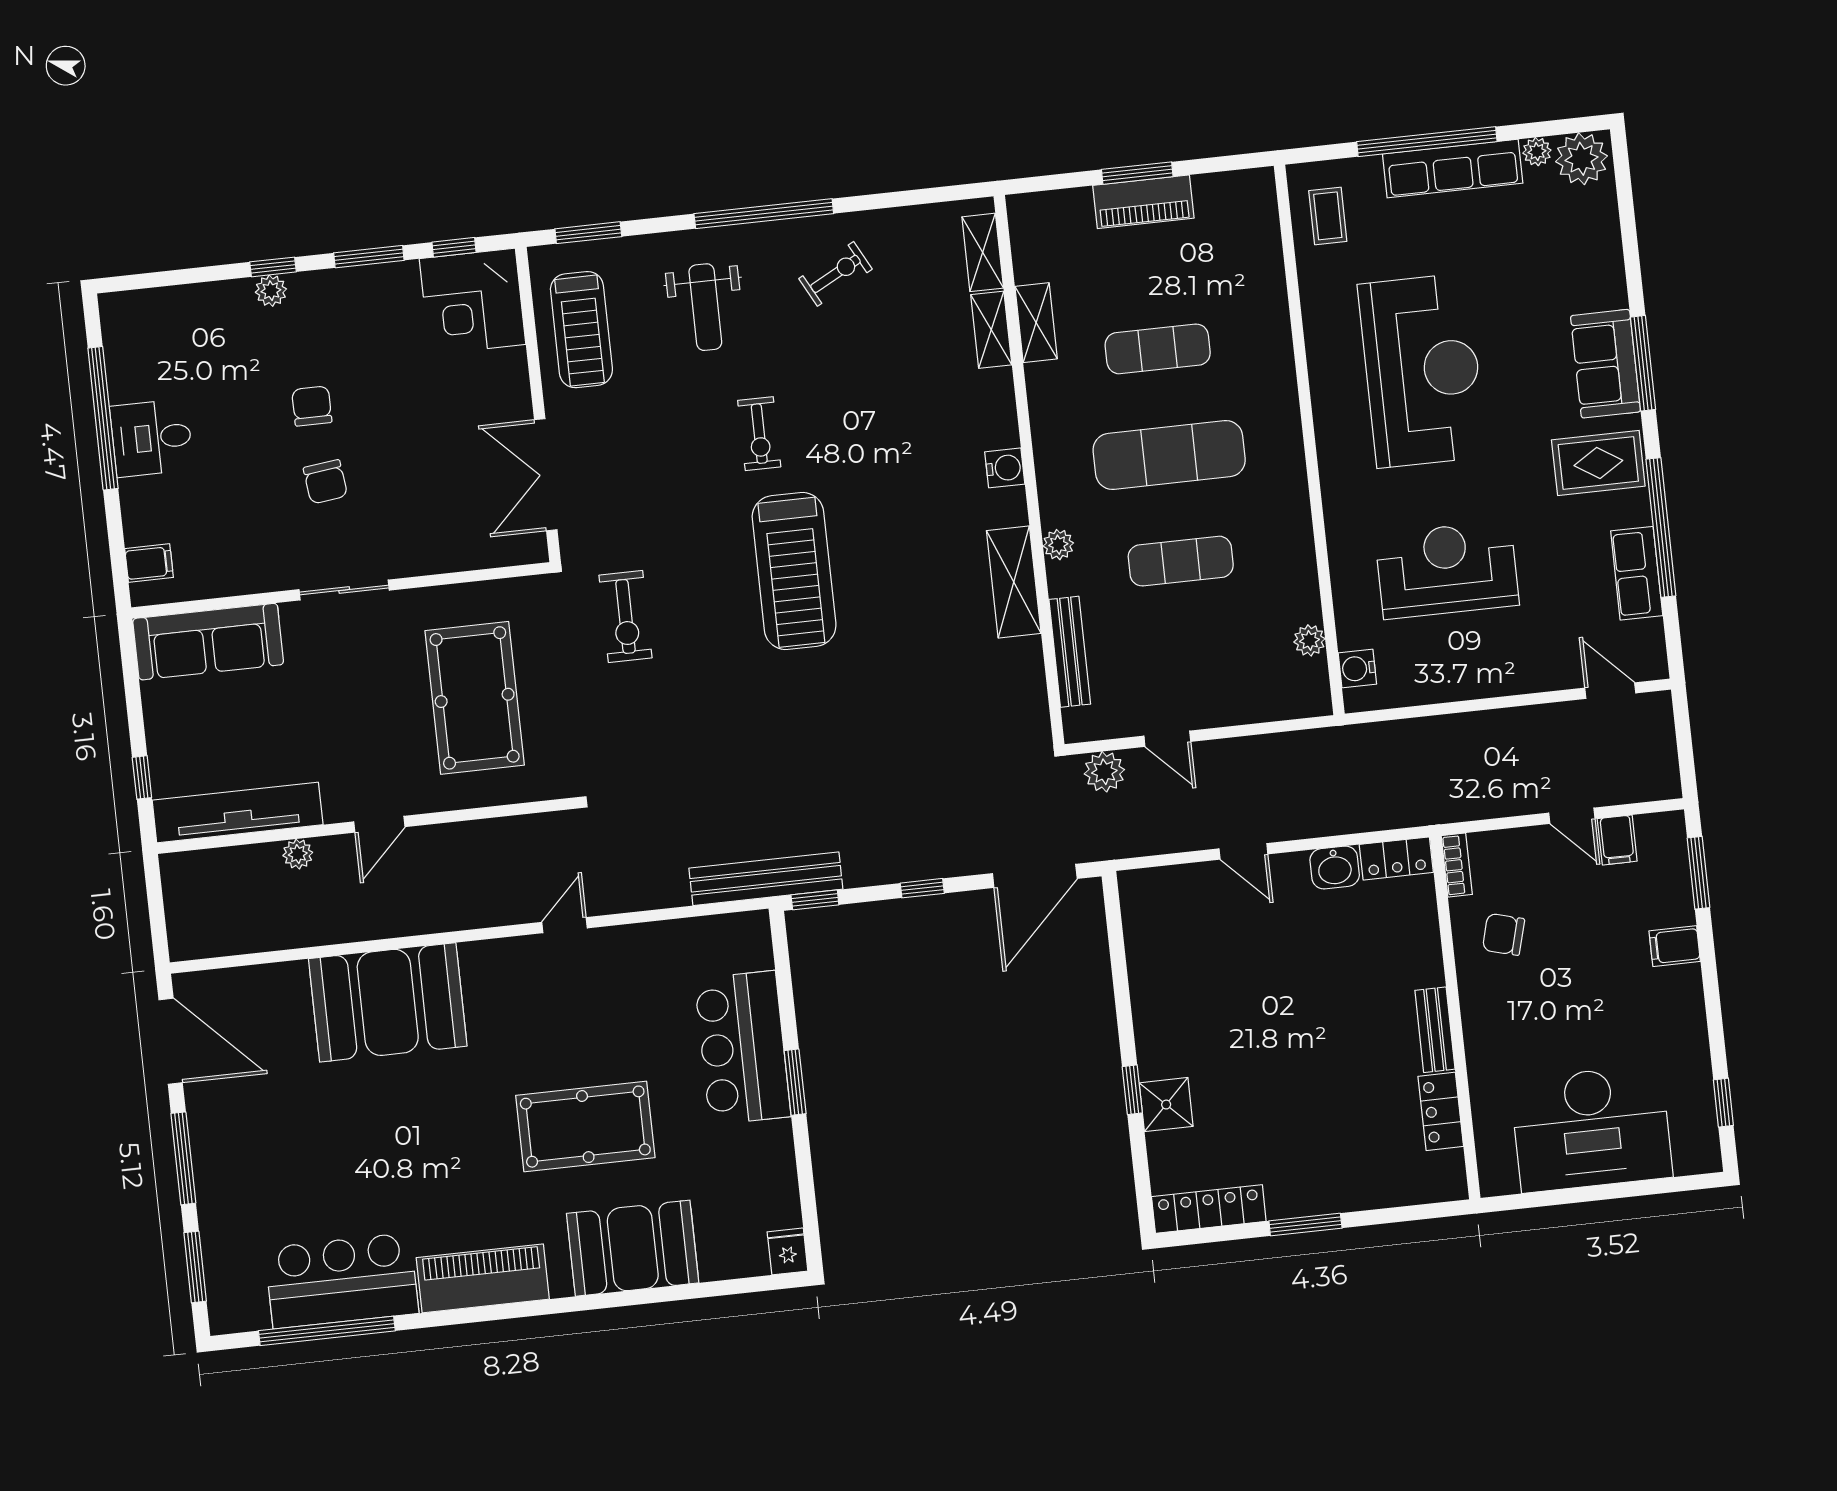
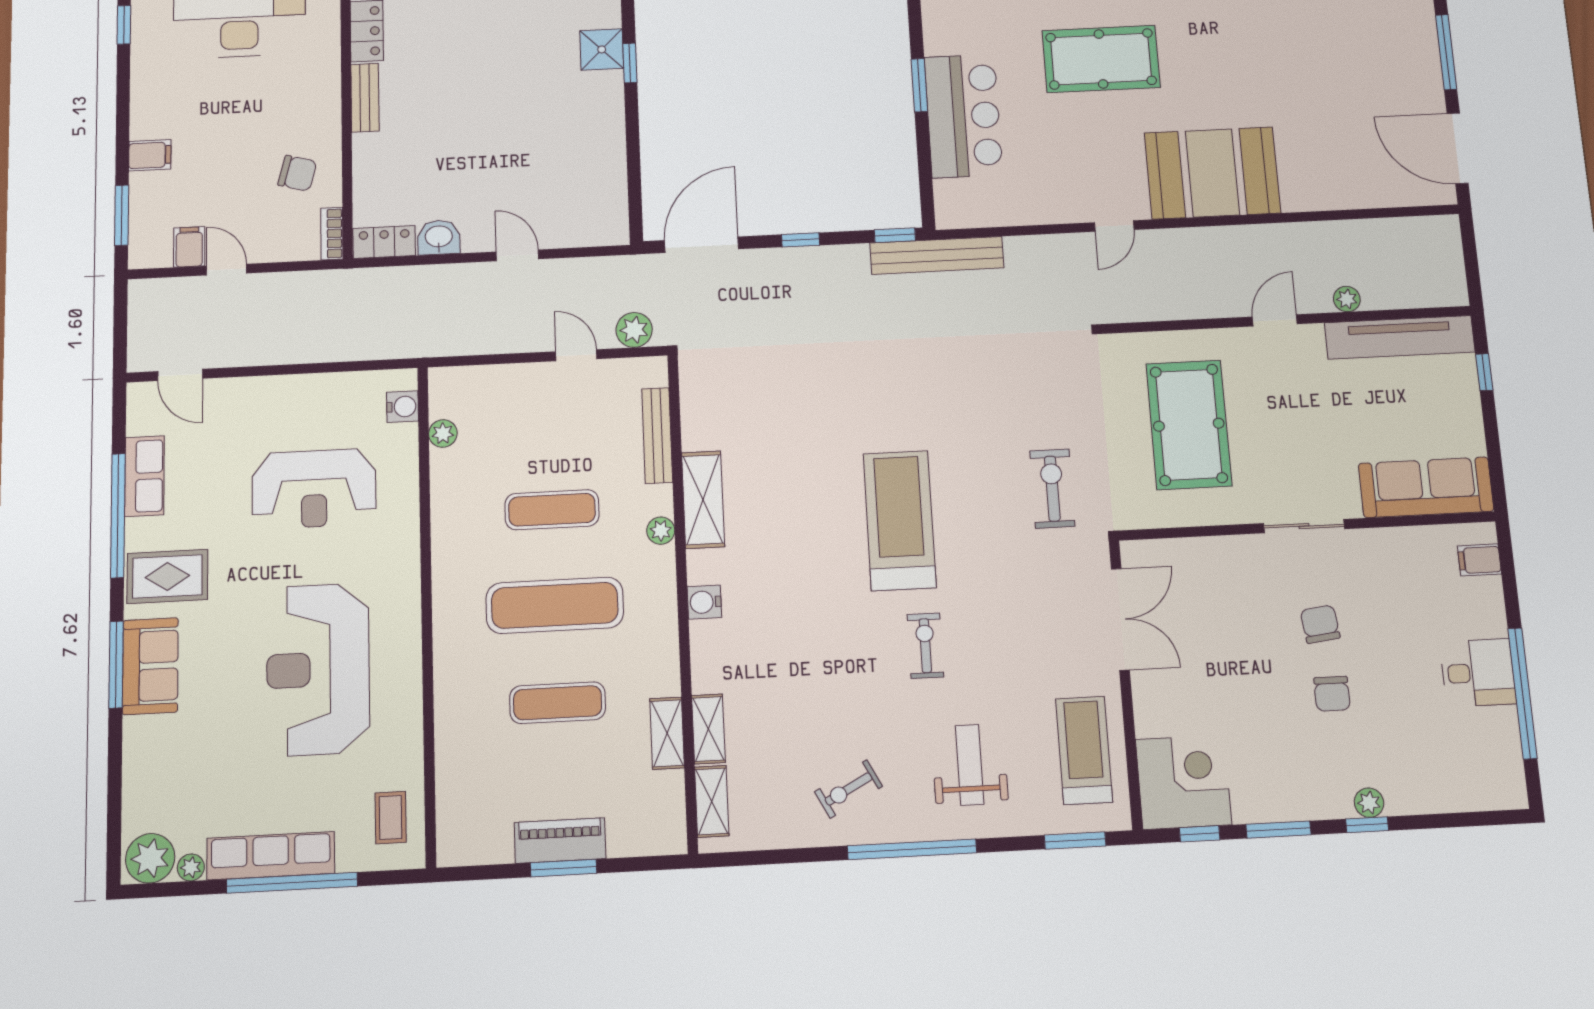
booth: (388, 1002) -> (1212, 173), moved

